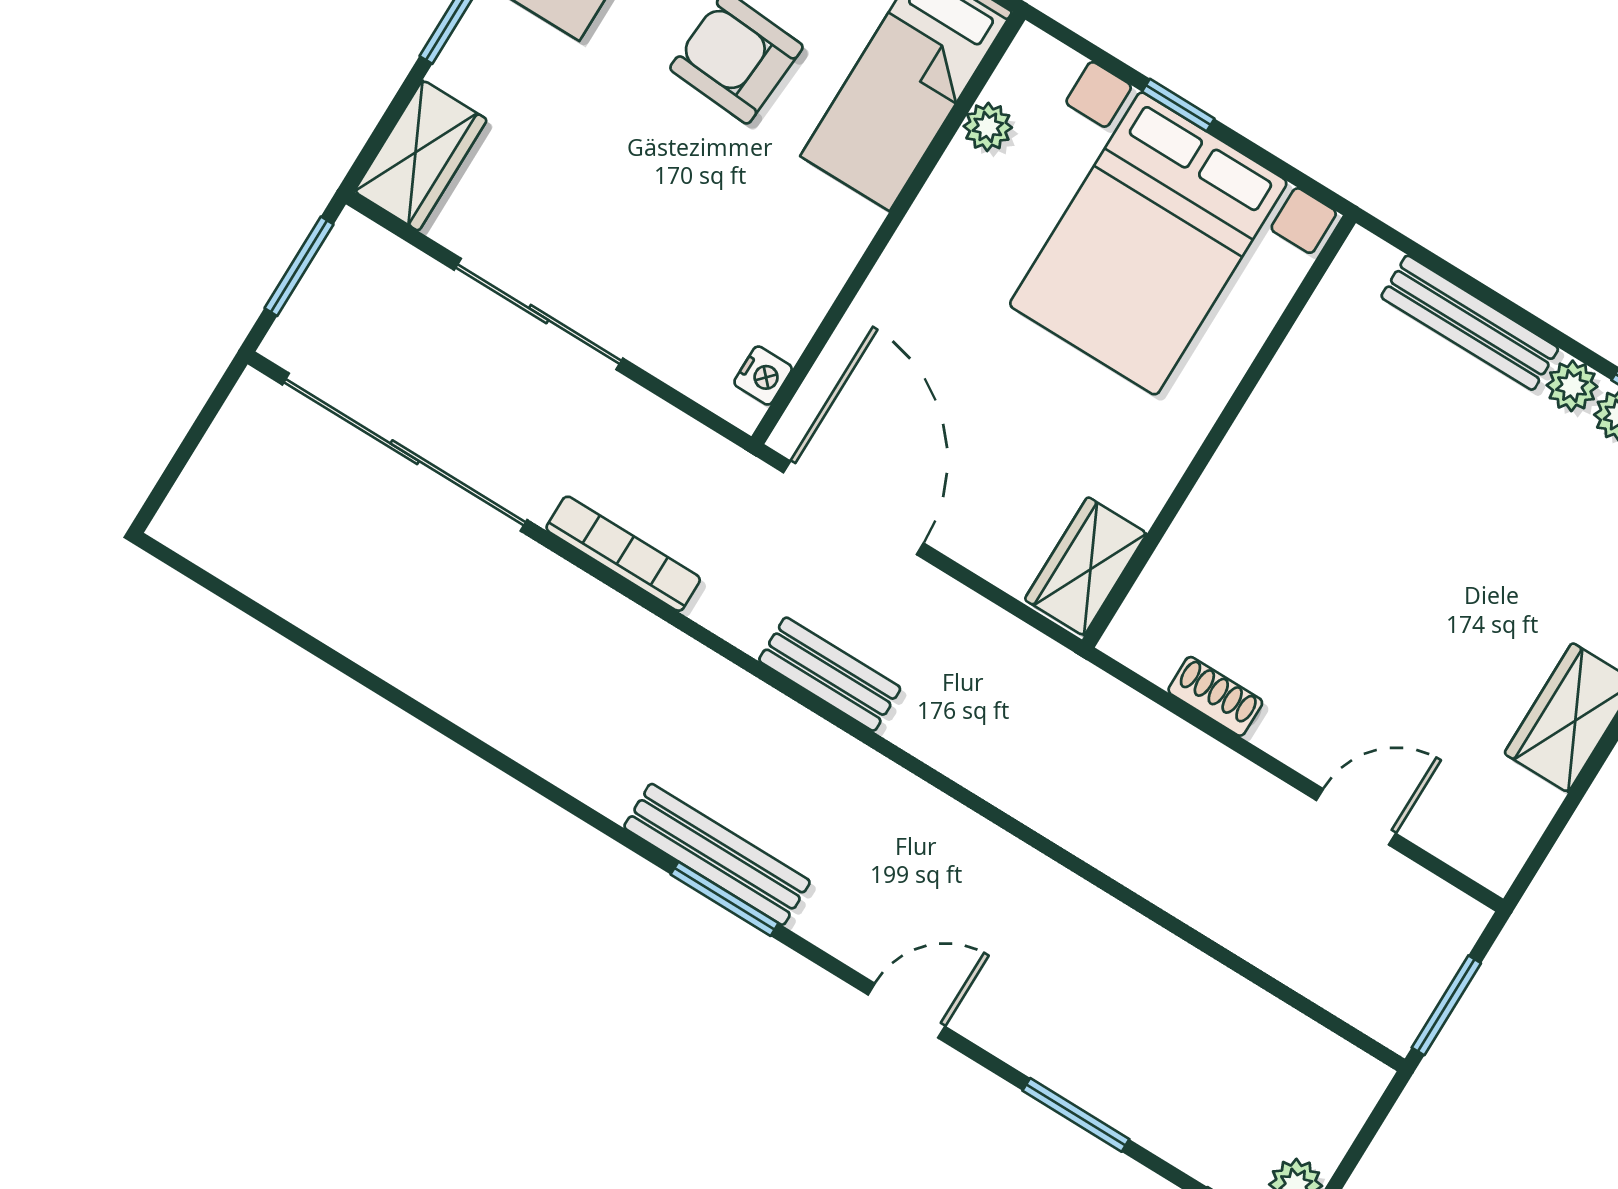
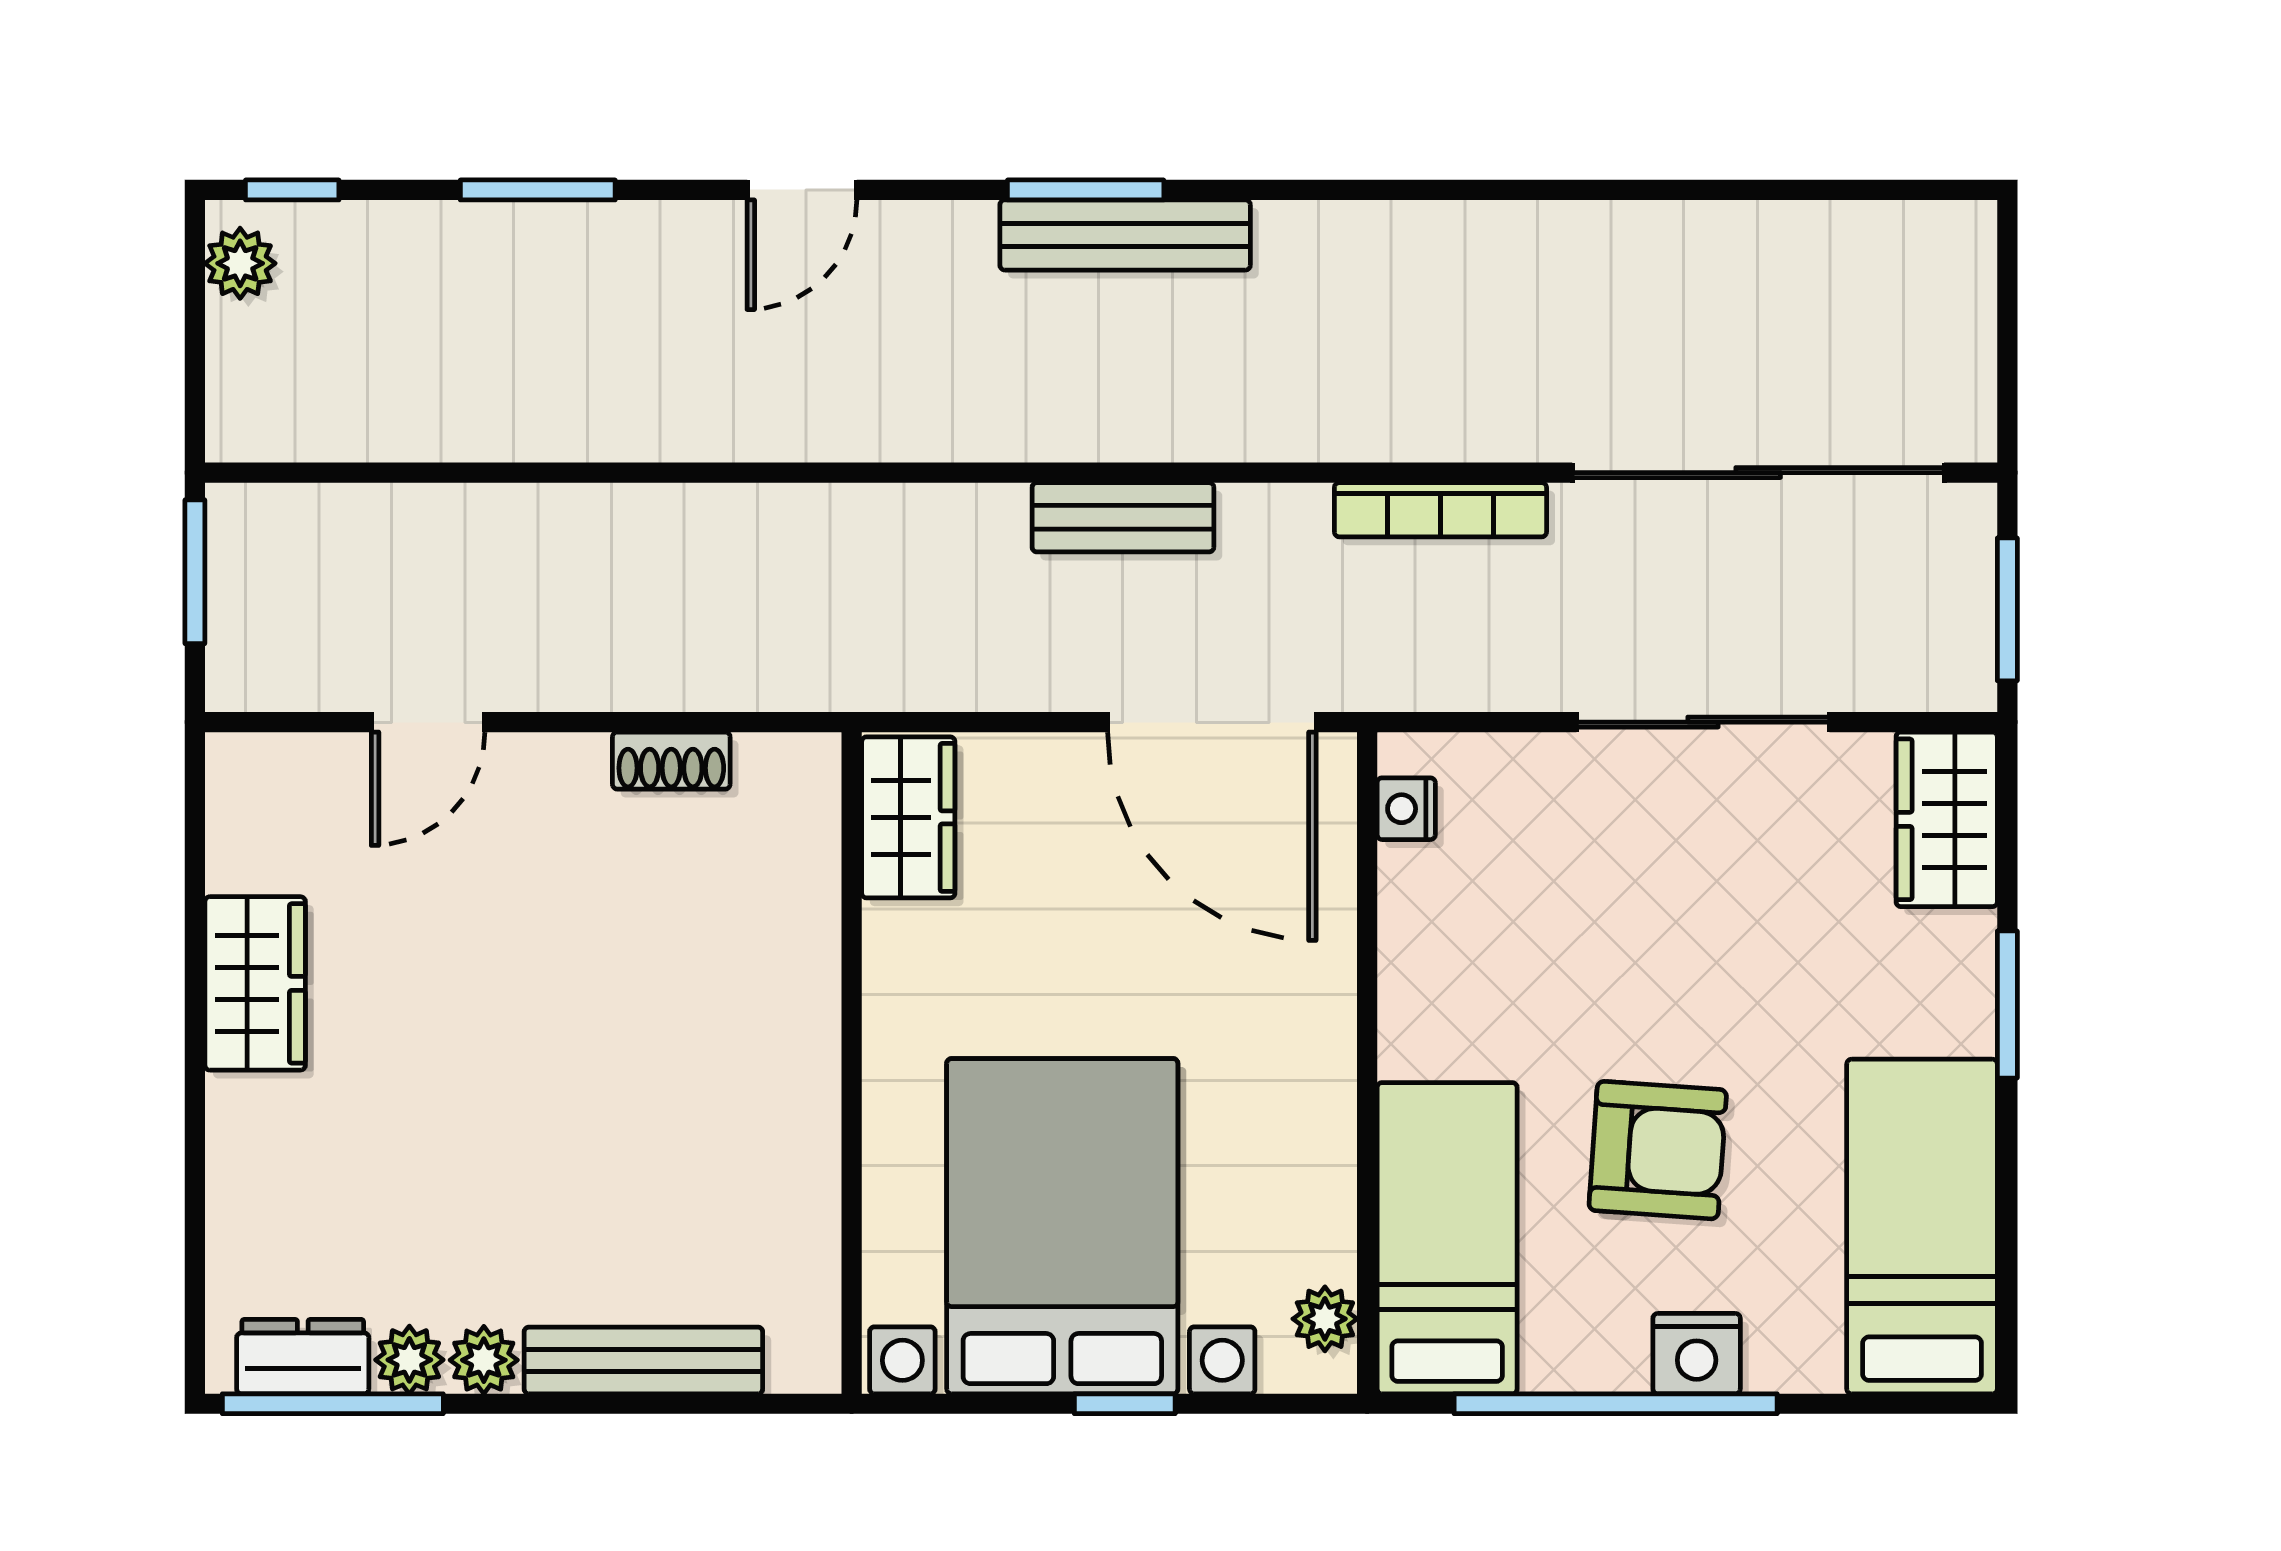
plant: (988, 127) -> (1325, 1319), moved

